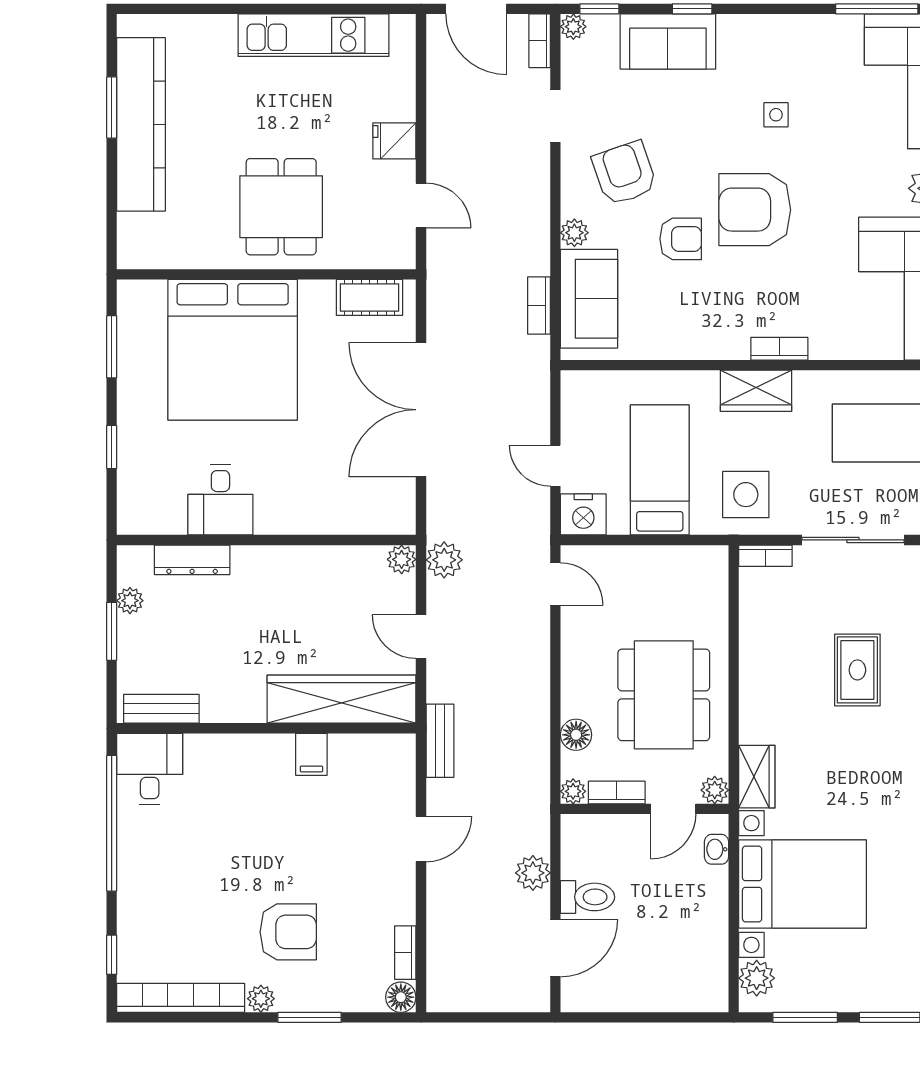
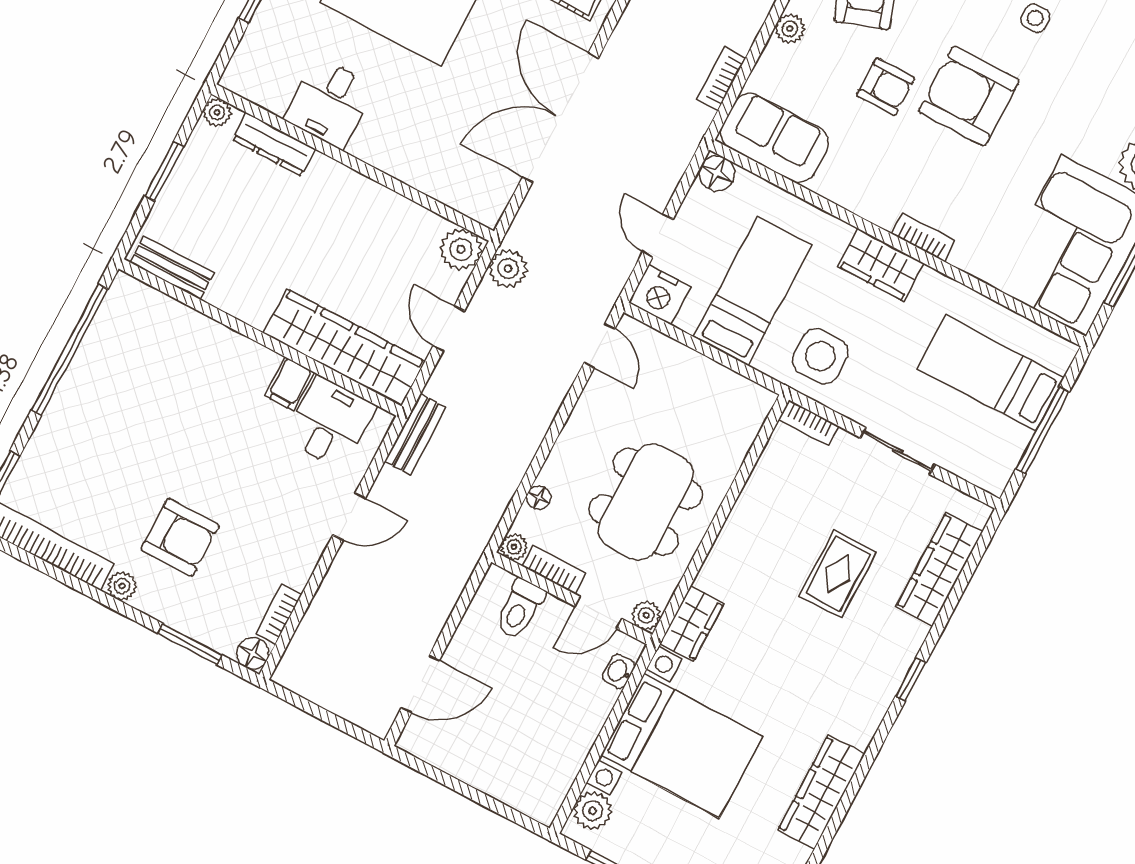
sofa: (589, 299) -> (774, 138), moved, turned -90
floor lamp: (577, 387) -> (717, 173), added
sliding door: (853, 540) -> (898, 451), width x0.73
plant: (402, 559) -> (461, 249), width x1.38, depth x1.38
plant: (130, 601) -> (217, 112), moved
floor lamp: (576, 735) -> (539, 498), width x0.73, depth x0.73
desk: (150, 769) -> (330, 423), moved
plant: (533, 873) -> (437, 603), removed
toilet: (588, 897) -> (520, 609), moved, turned 90
window: (309, 1017) -> (190, 644), moved

